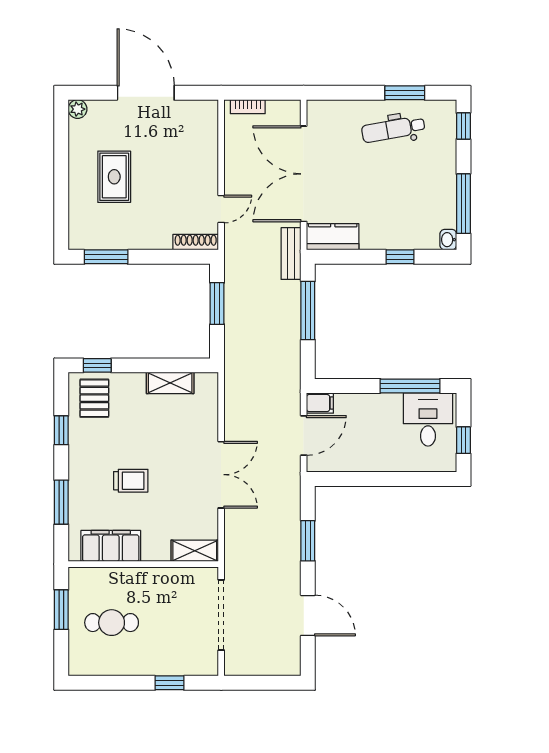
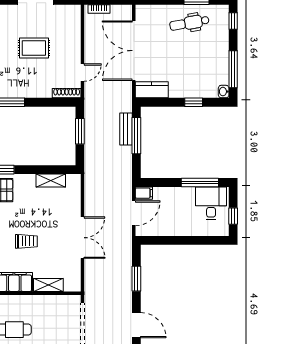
rug: (114, 177) -> (34, 48), moved, turned 90
bench: (291, 254) -> (126, 129), moved
shelving: (195, 551) -> (48, 285), moved

